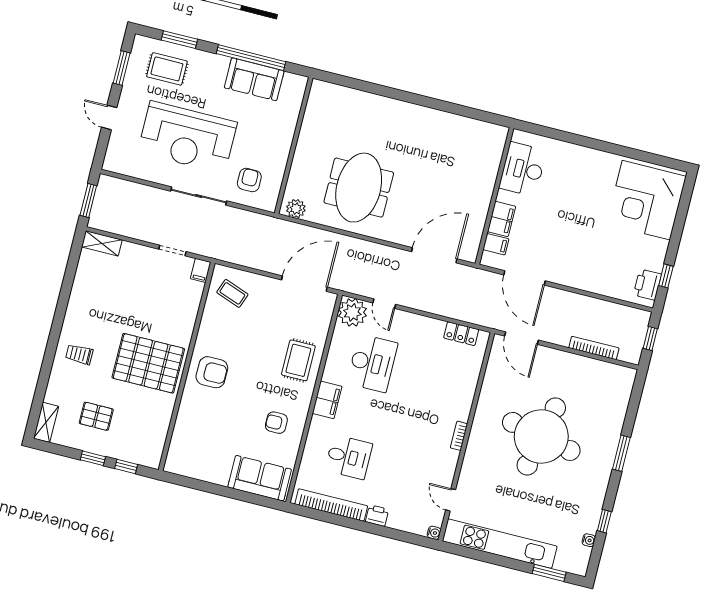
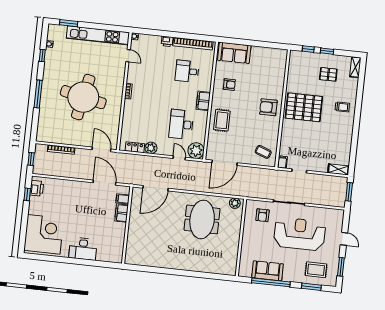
desk: (523, 169) -> (83, 249), moved, turned 90
plant: (433, 329) -> (151, 148), added
window: (621, 453) -> (38, 94), width x1.44

